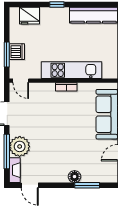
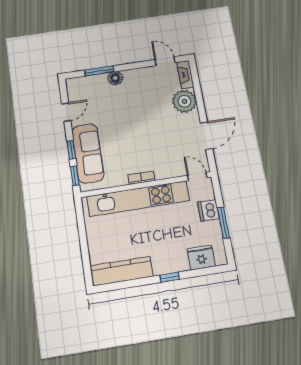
window: (7, 54) -> (223, 223), moved
kitchen unit: (72, 70) -> (138, 199), width x1.36
window: (7, 151) -> (198, 94), removed

